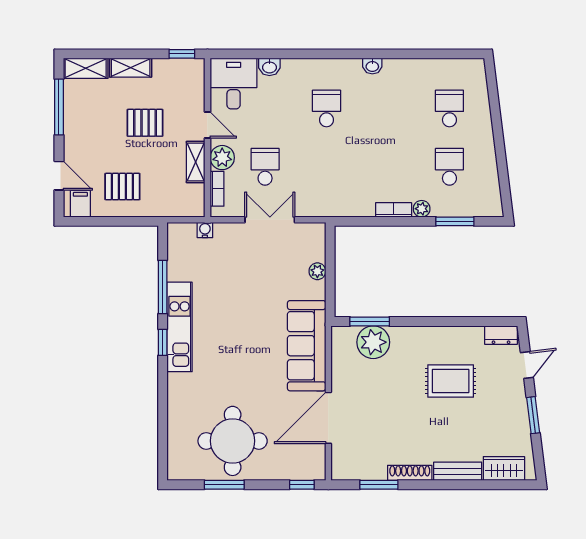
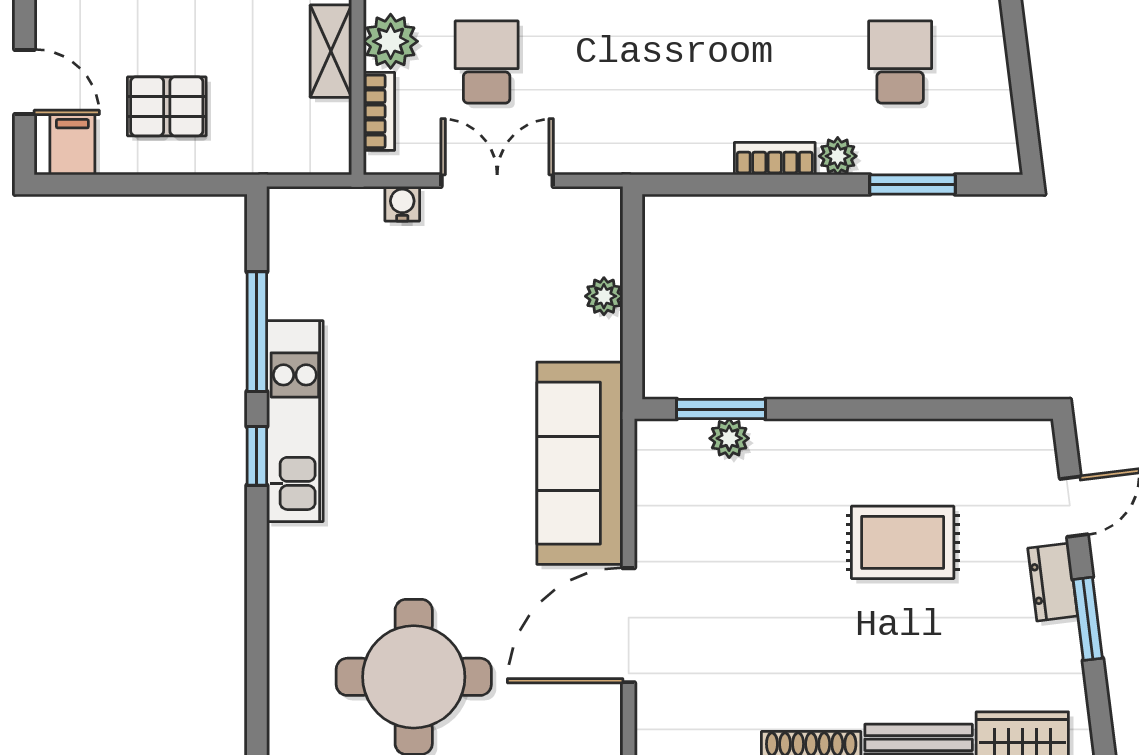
water cooler: (205, 230) -> (402, 204), moved
dresser: (501, 335) -> (1053, 582), moved, turned 83
plant: (373, 342) -> (729, 438), width x0.53, depth x0.53

